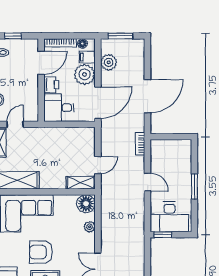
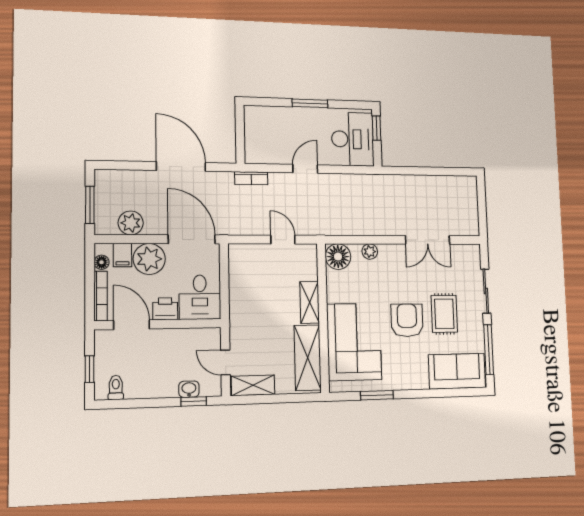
shelving: (81, 183) -> (310, 302), moved
window: (163, 235) -> (376, 128), moved
armchair: (41, 252) -> (407, 320), turned 180

